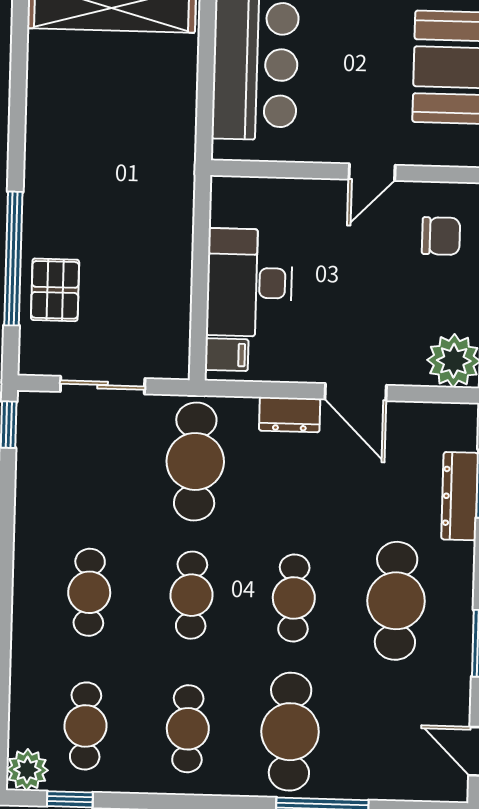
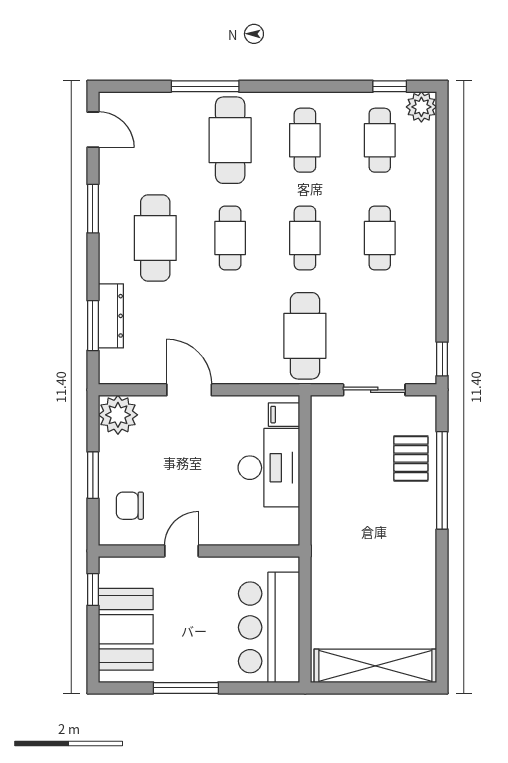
dresser: (290, 415) -> (237, 372), removed

